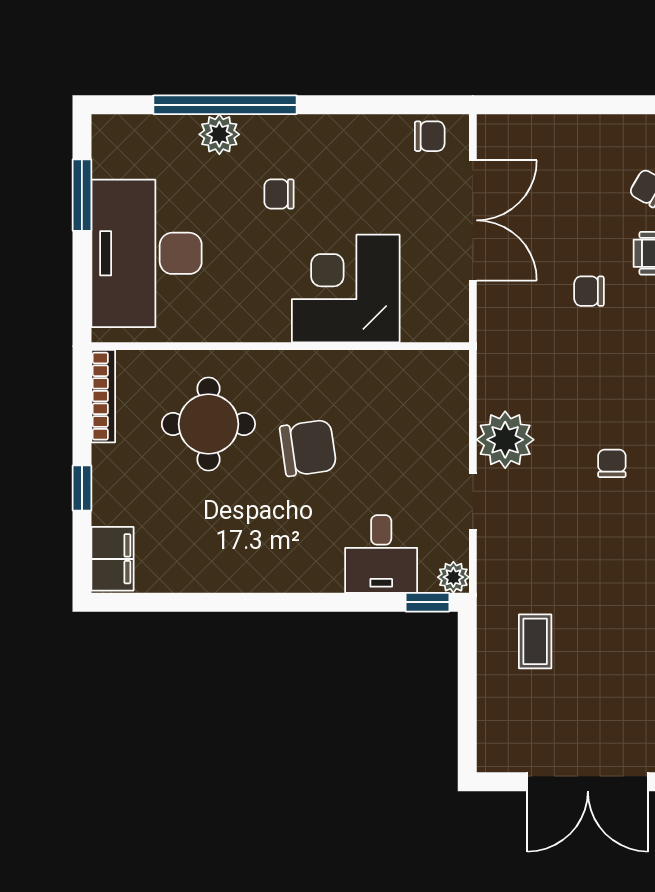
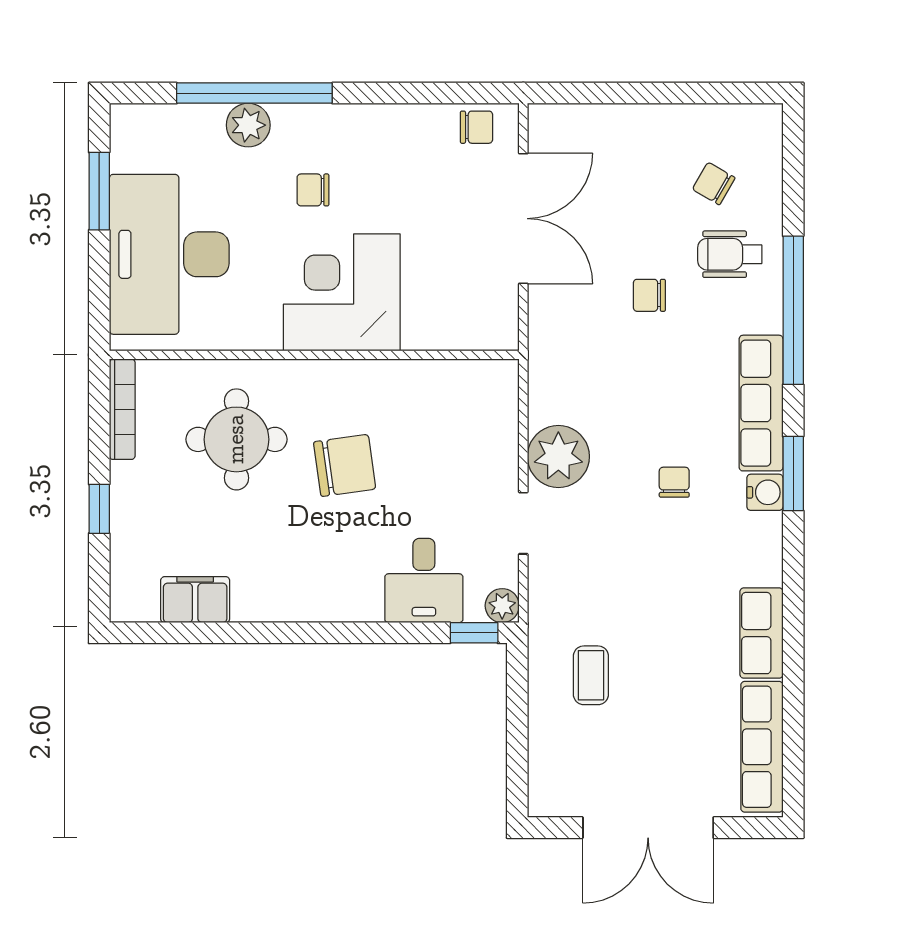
corner desk: (346, 288) -> (342, 292), moved
filing cabinet: (112, 559) -> (195, 600), moved, turned -90

